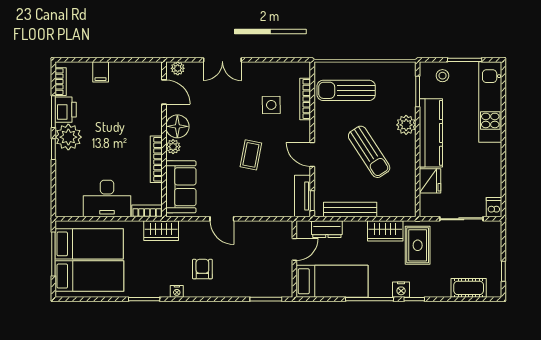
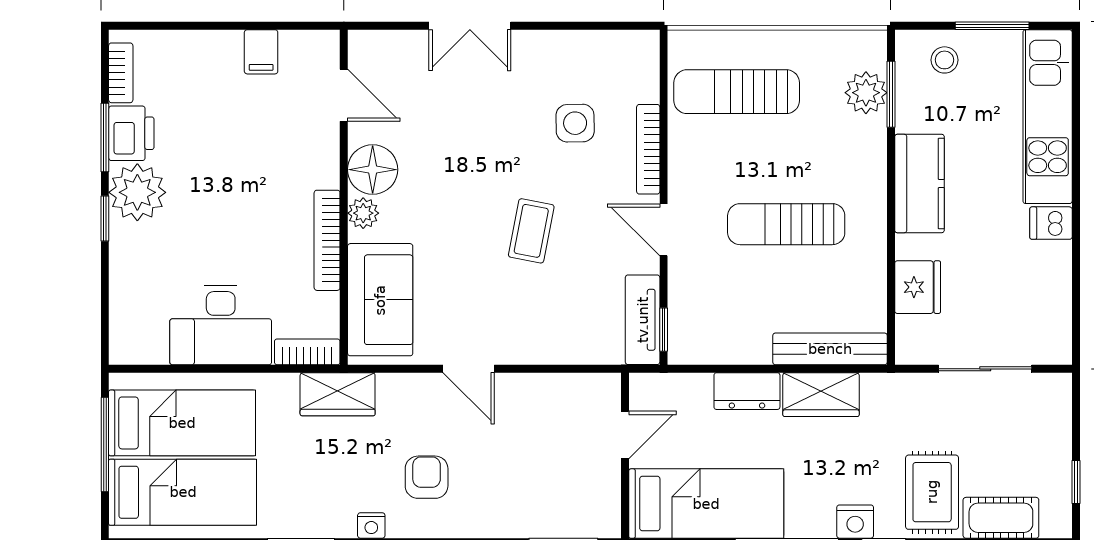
plant: (178, 68) -> (373, 44), removed
filing cabinet: (101, 72) -> (261, 52), moved
bookcase: (305, 99) -> (648, 149), moved
plant: (406, 125) -> (866, 93), moved
kitchen counter: (431, 133) -> (920, 184), width x0.67
sun lounger: (369, 152) -> (786, 224), turned 123
dishwasher: (494, 207) -> (1051, 223), moved, turned -90
bench: (350, 210) -> (830, 349), moved
dresser: (327, 229) -> (747, 391), moved
rug: (418, 245) -> (932, 492), moved

